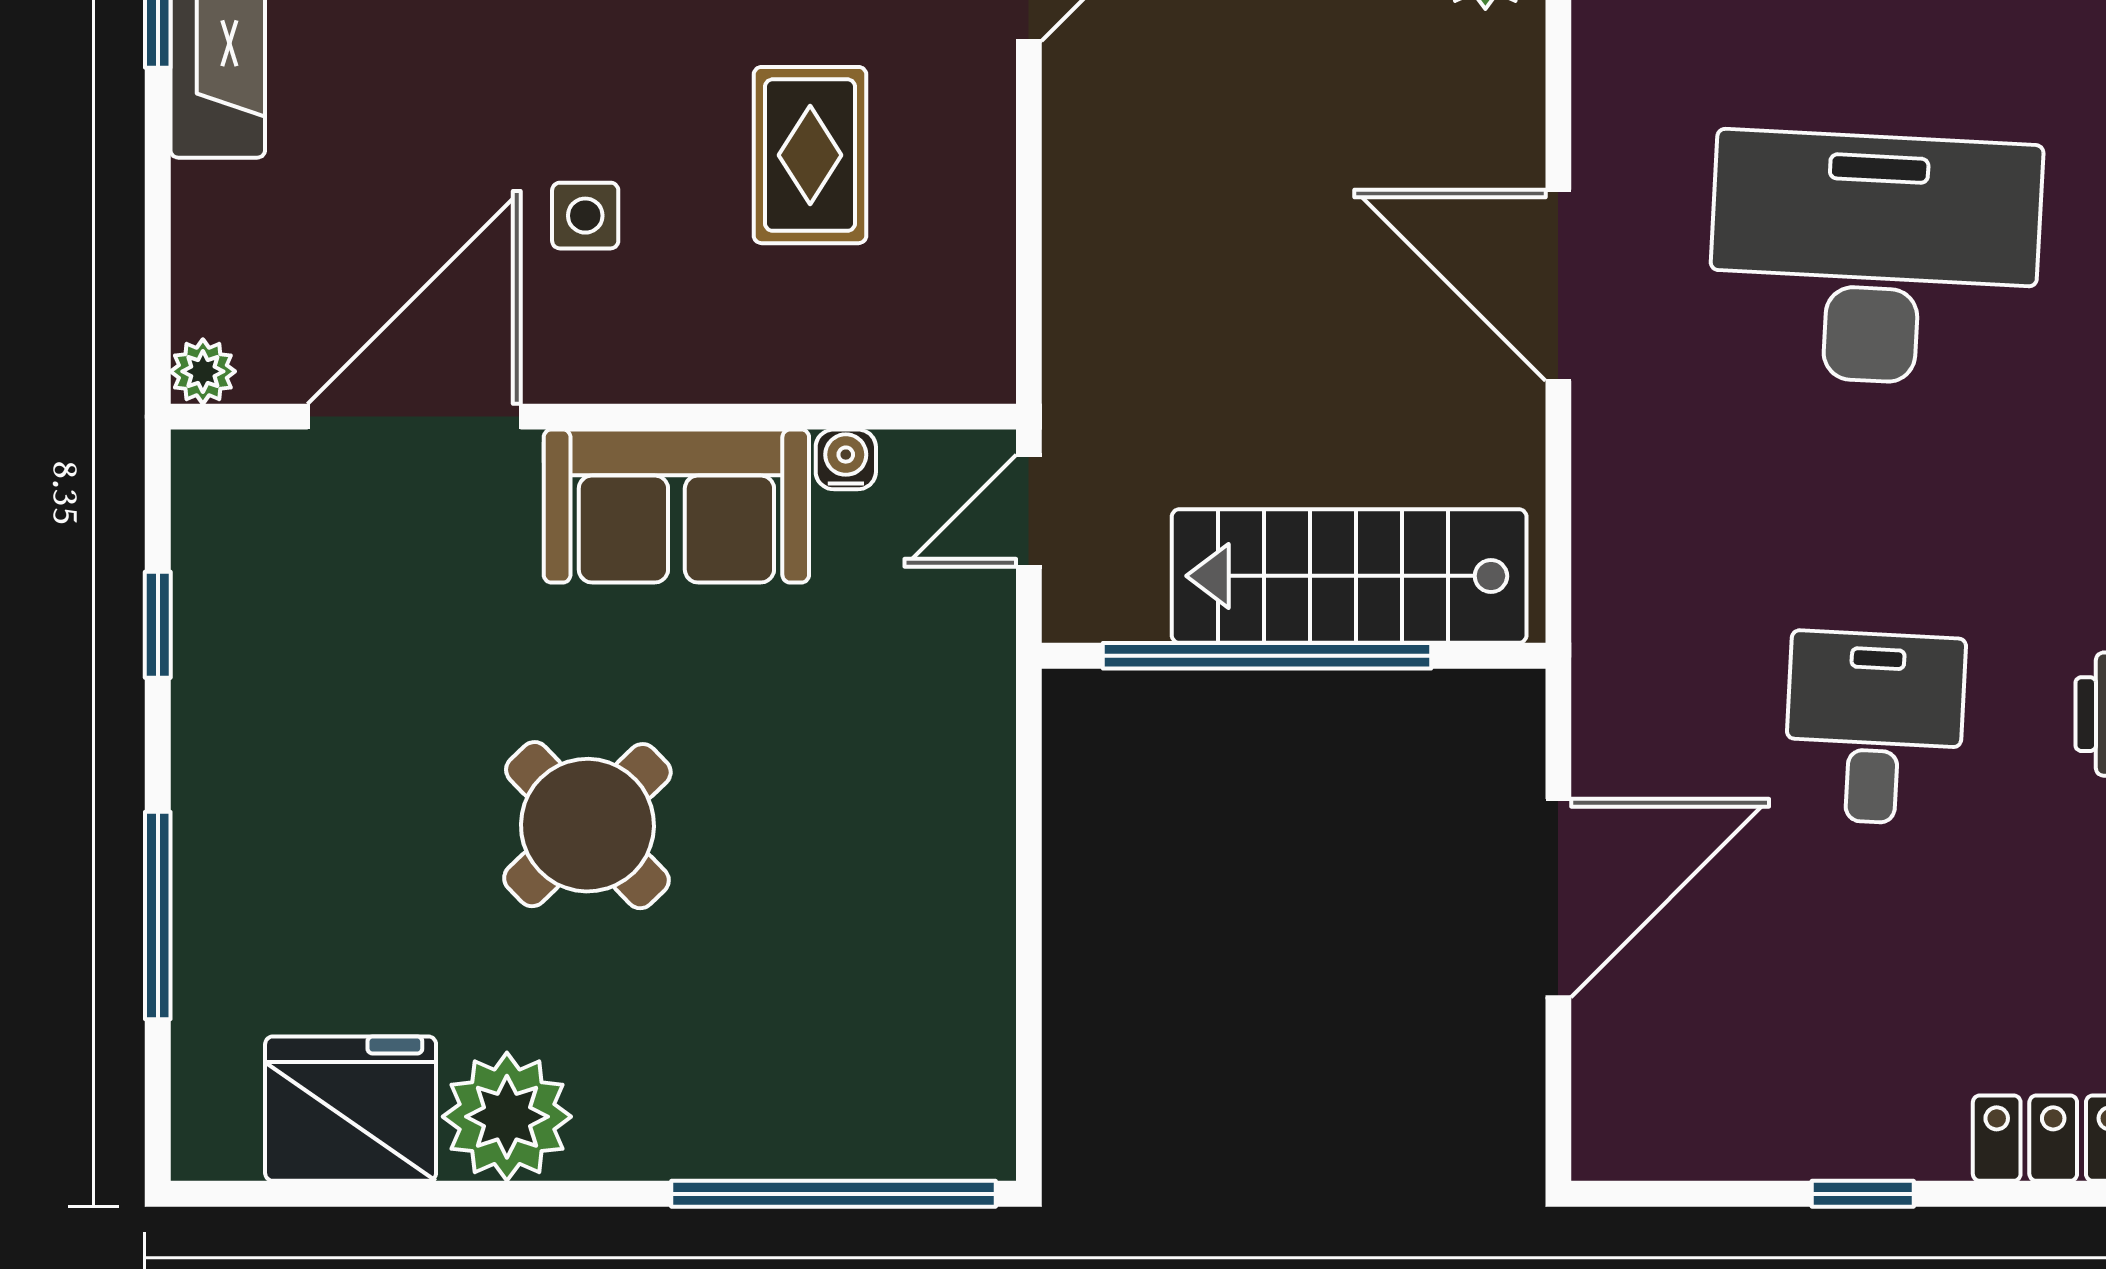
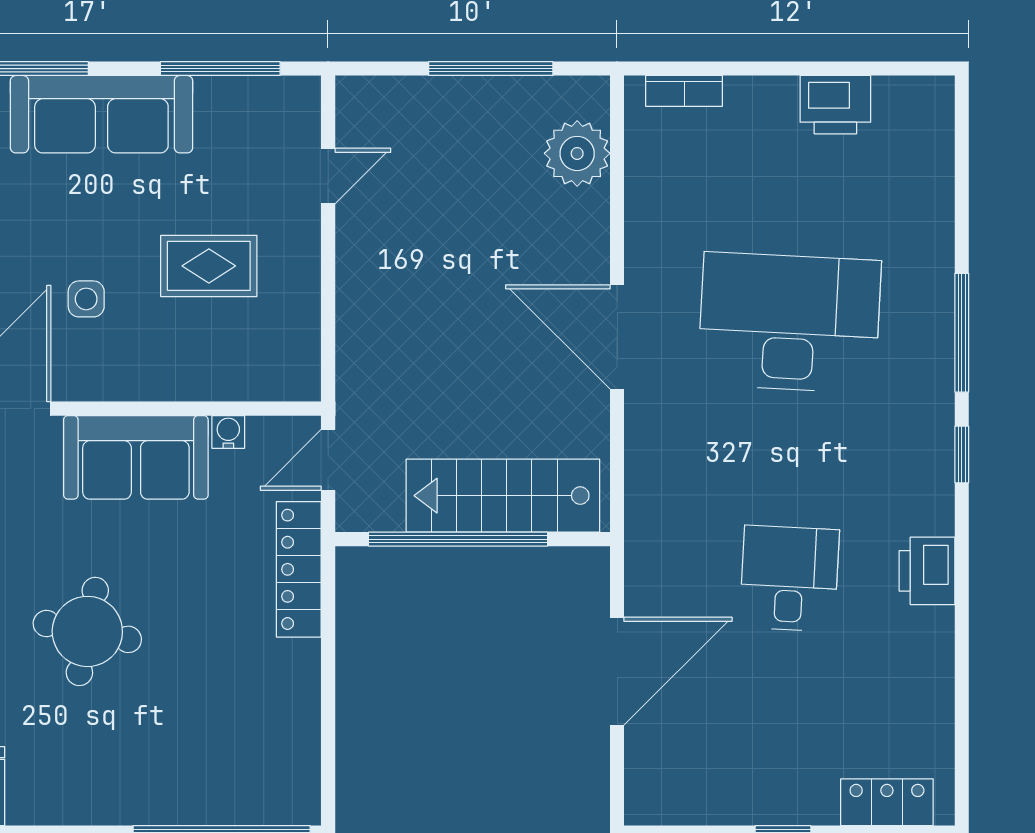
rug: (810, 155) -> (209, 266), turned 90
locker: (975, 711) -> (299, 569), added
round table: (587, 825) -> (87, 631), turned -35
plant: (507, 1117) -> (43, 791), removed

